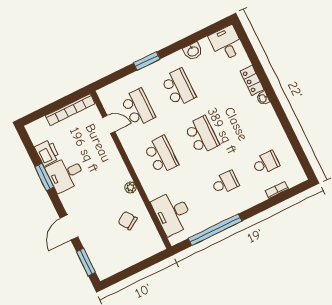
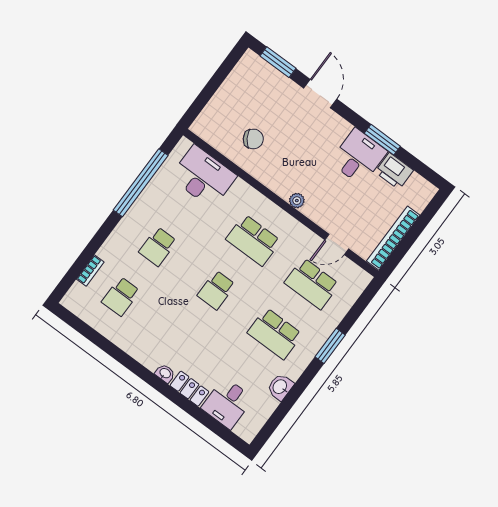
desk: (226, 43) -> (227, 403), moved, turned 90
school desk: (202, 135) -> (216, 290), width x0.54
plant: (130, 188) -> (297, 201), moved

